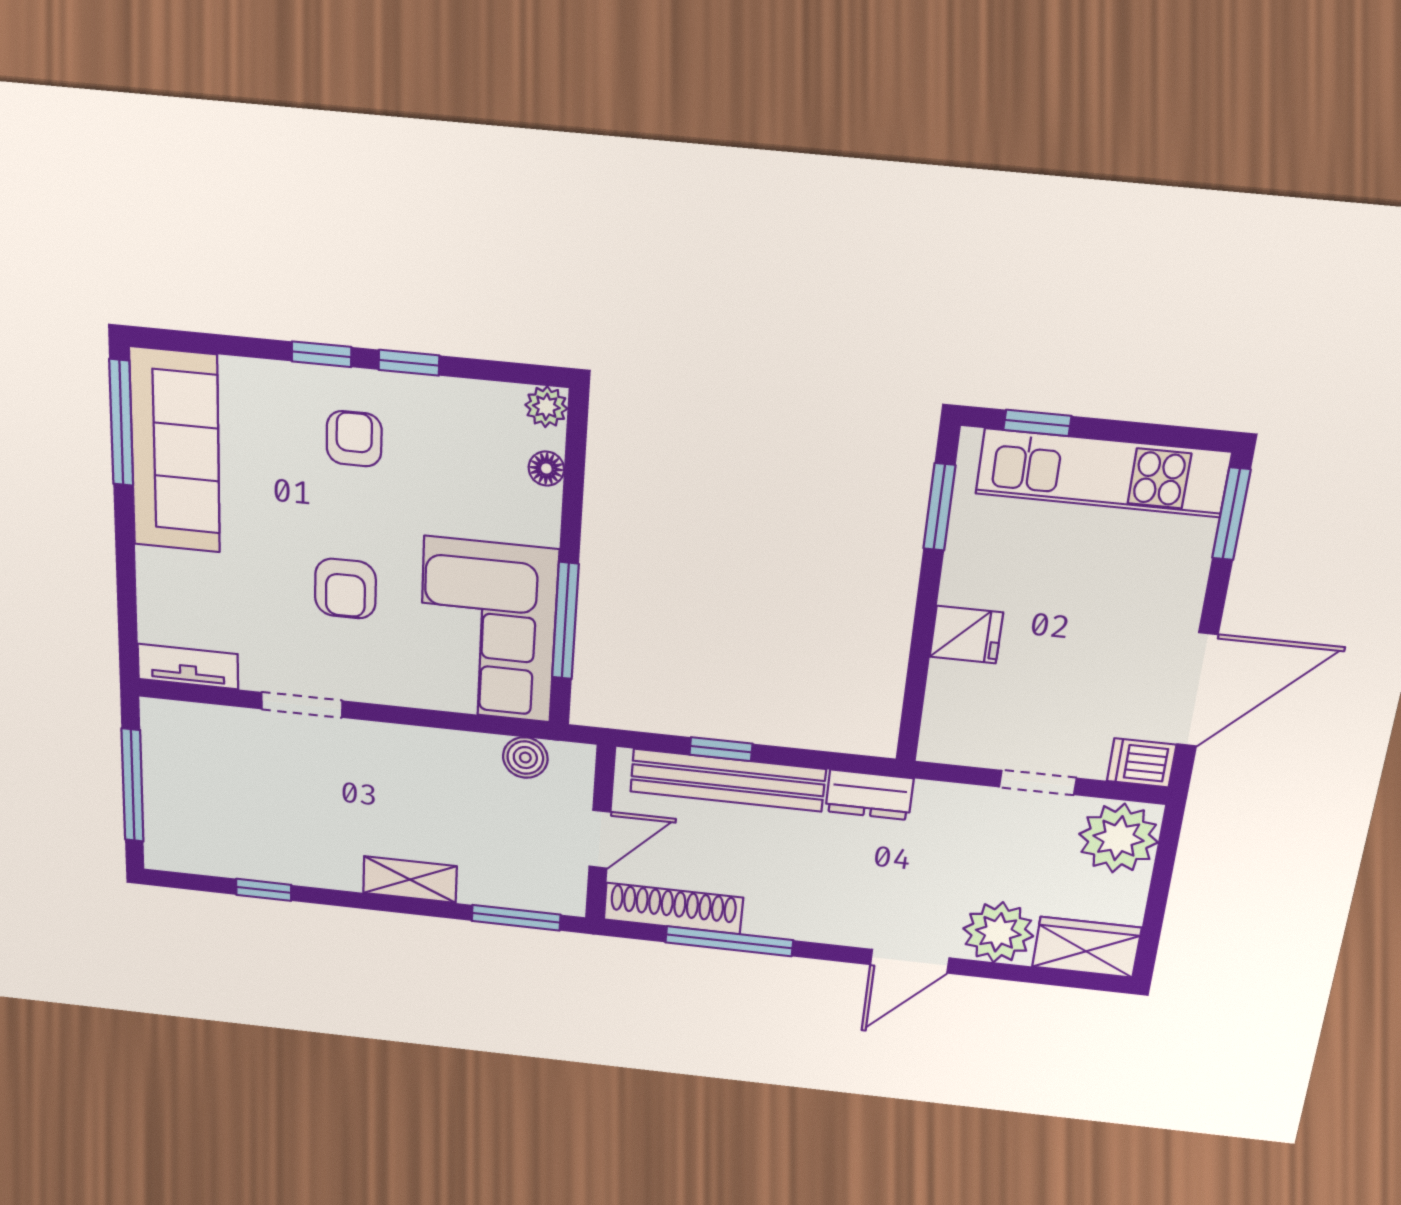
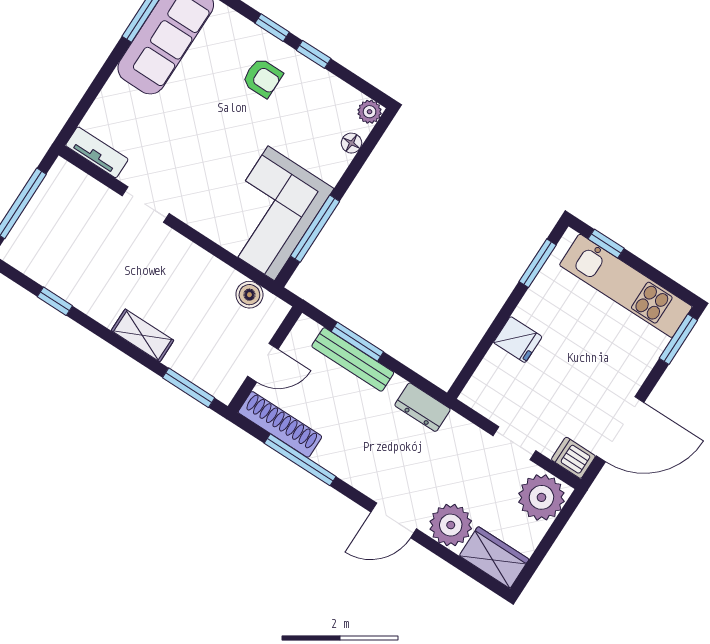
armchair: (354, 439) -> (262, 78), turned 90
armchair: (345, 589) -> (209, 153), removed
window: (721, 749) -> (357, 342), width x1.50
bench: (728, 780) -> (353, 359), width x0.73, depth x0.82

